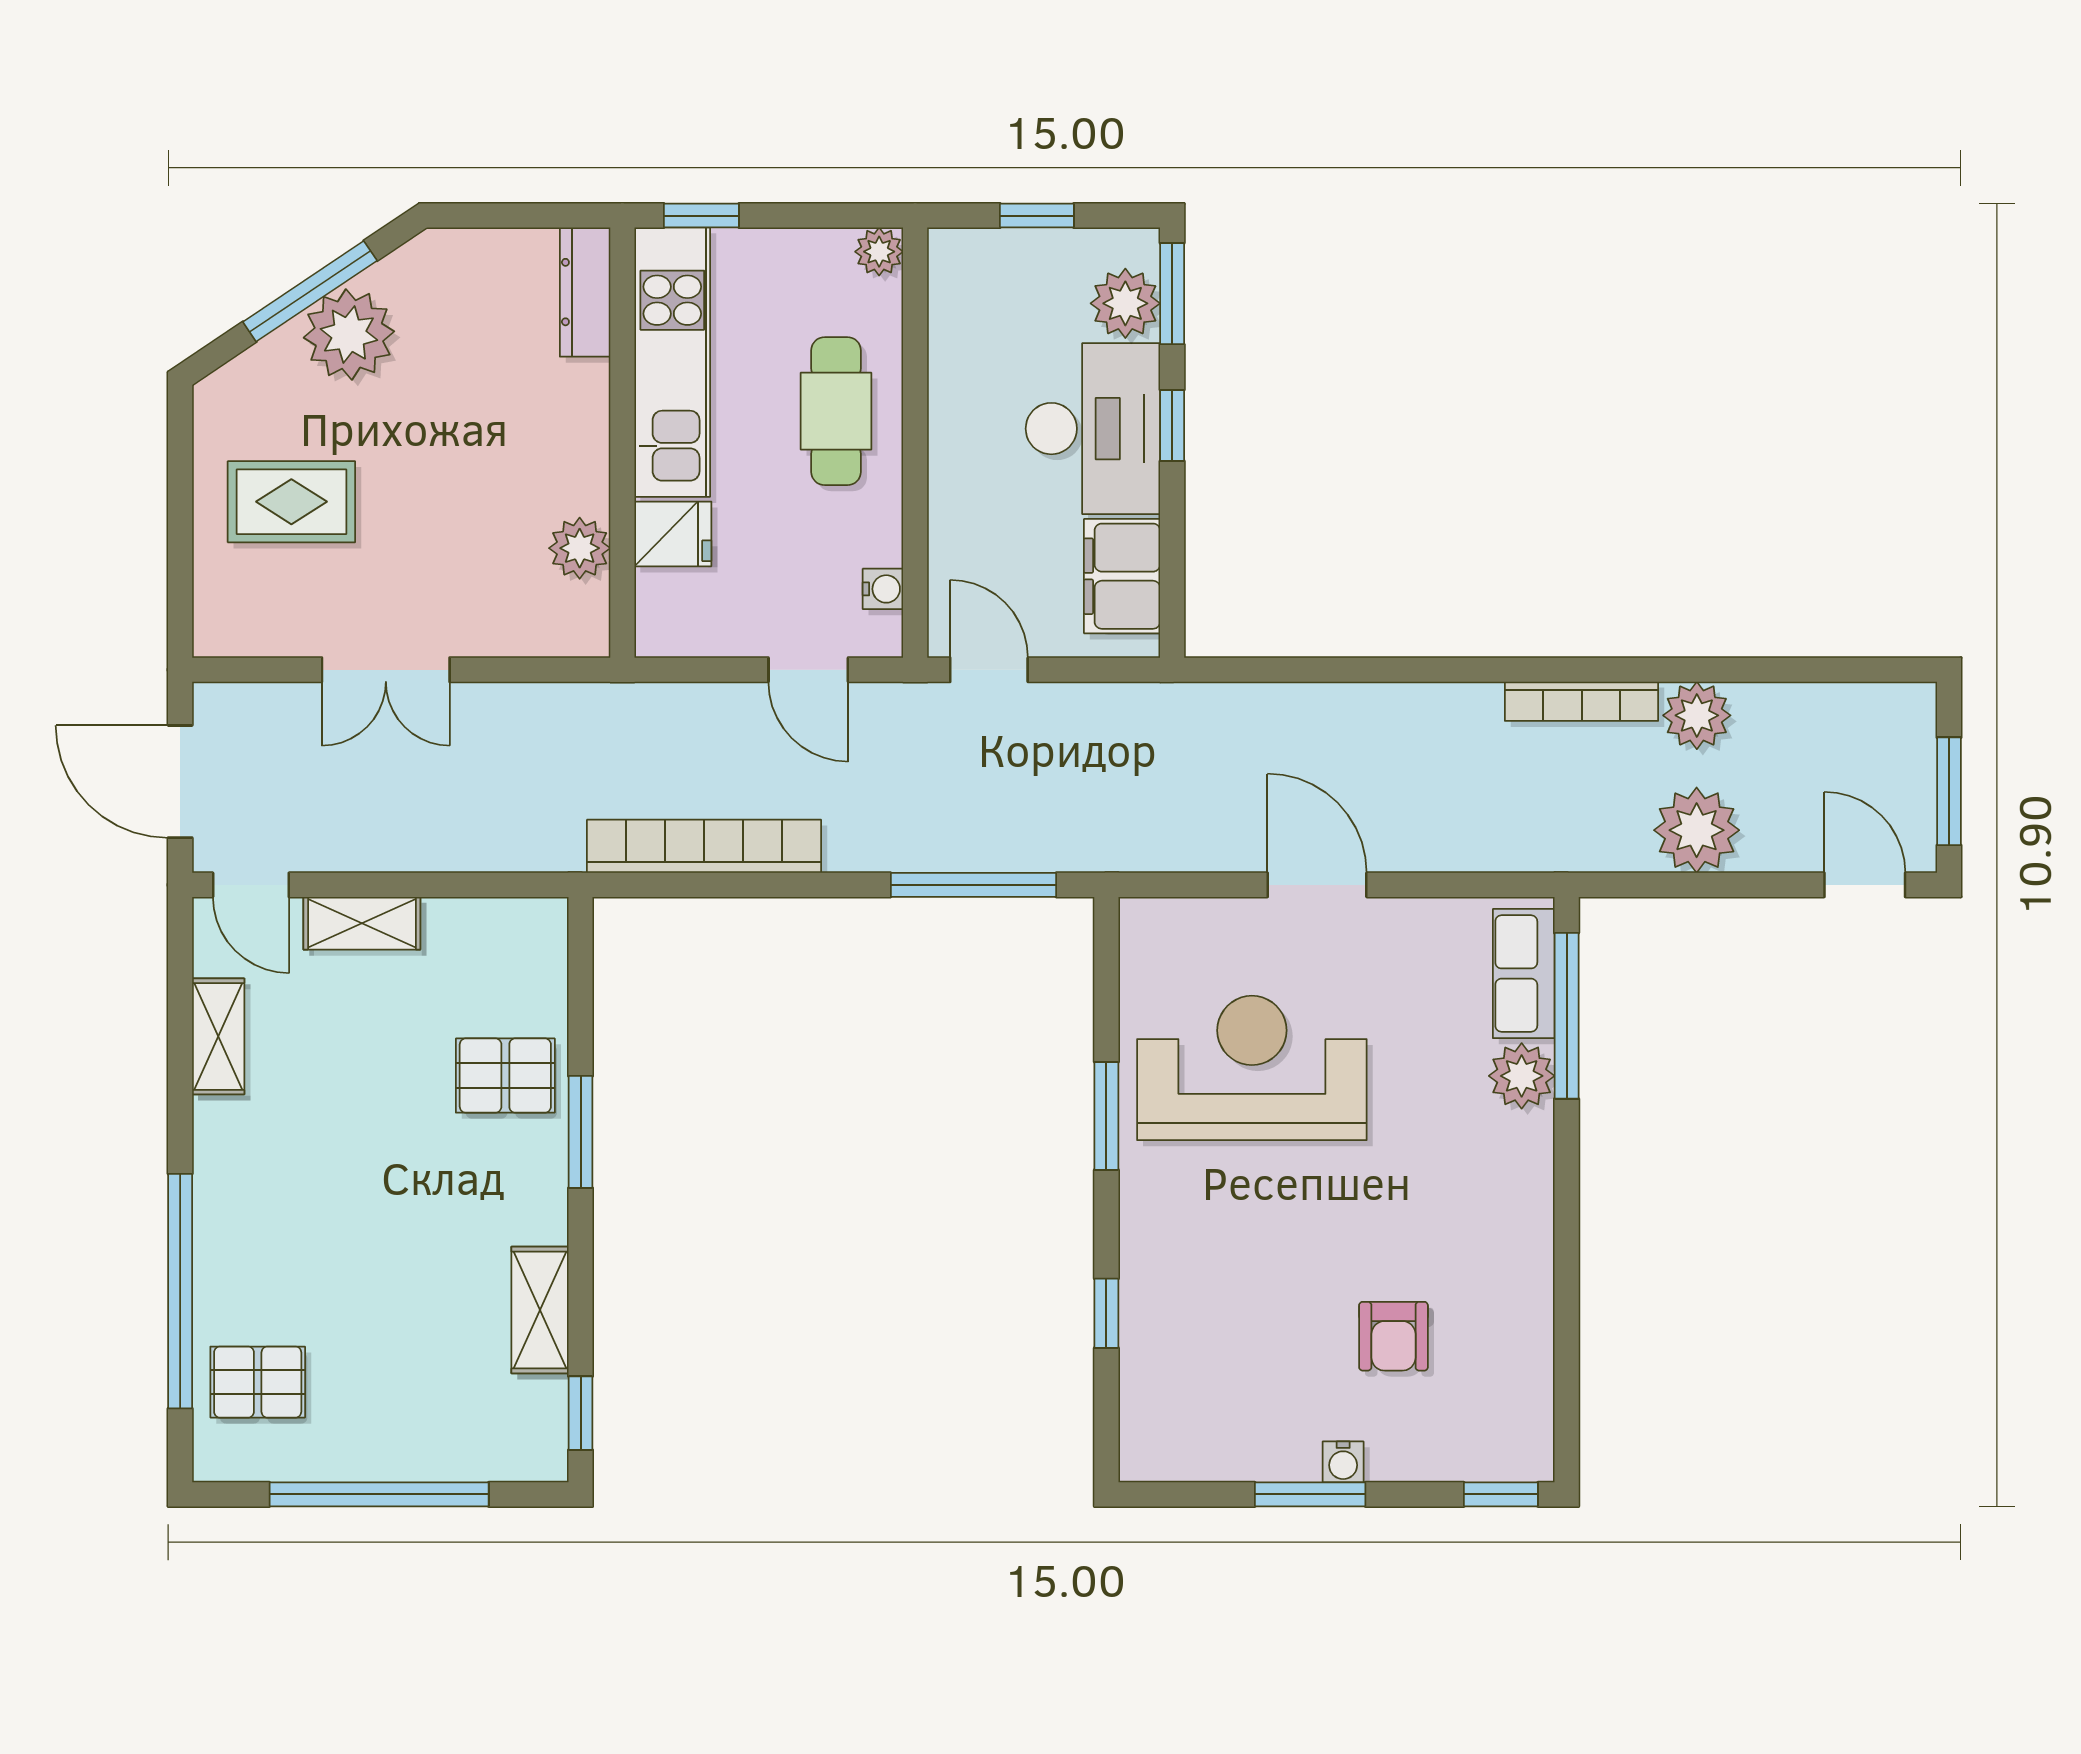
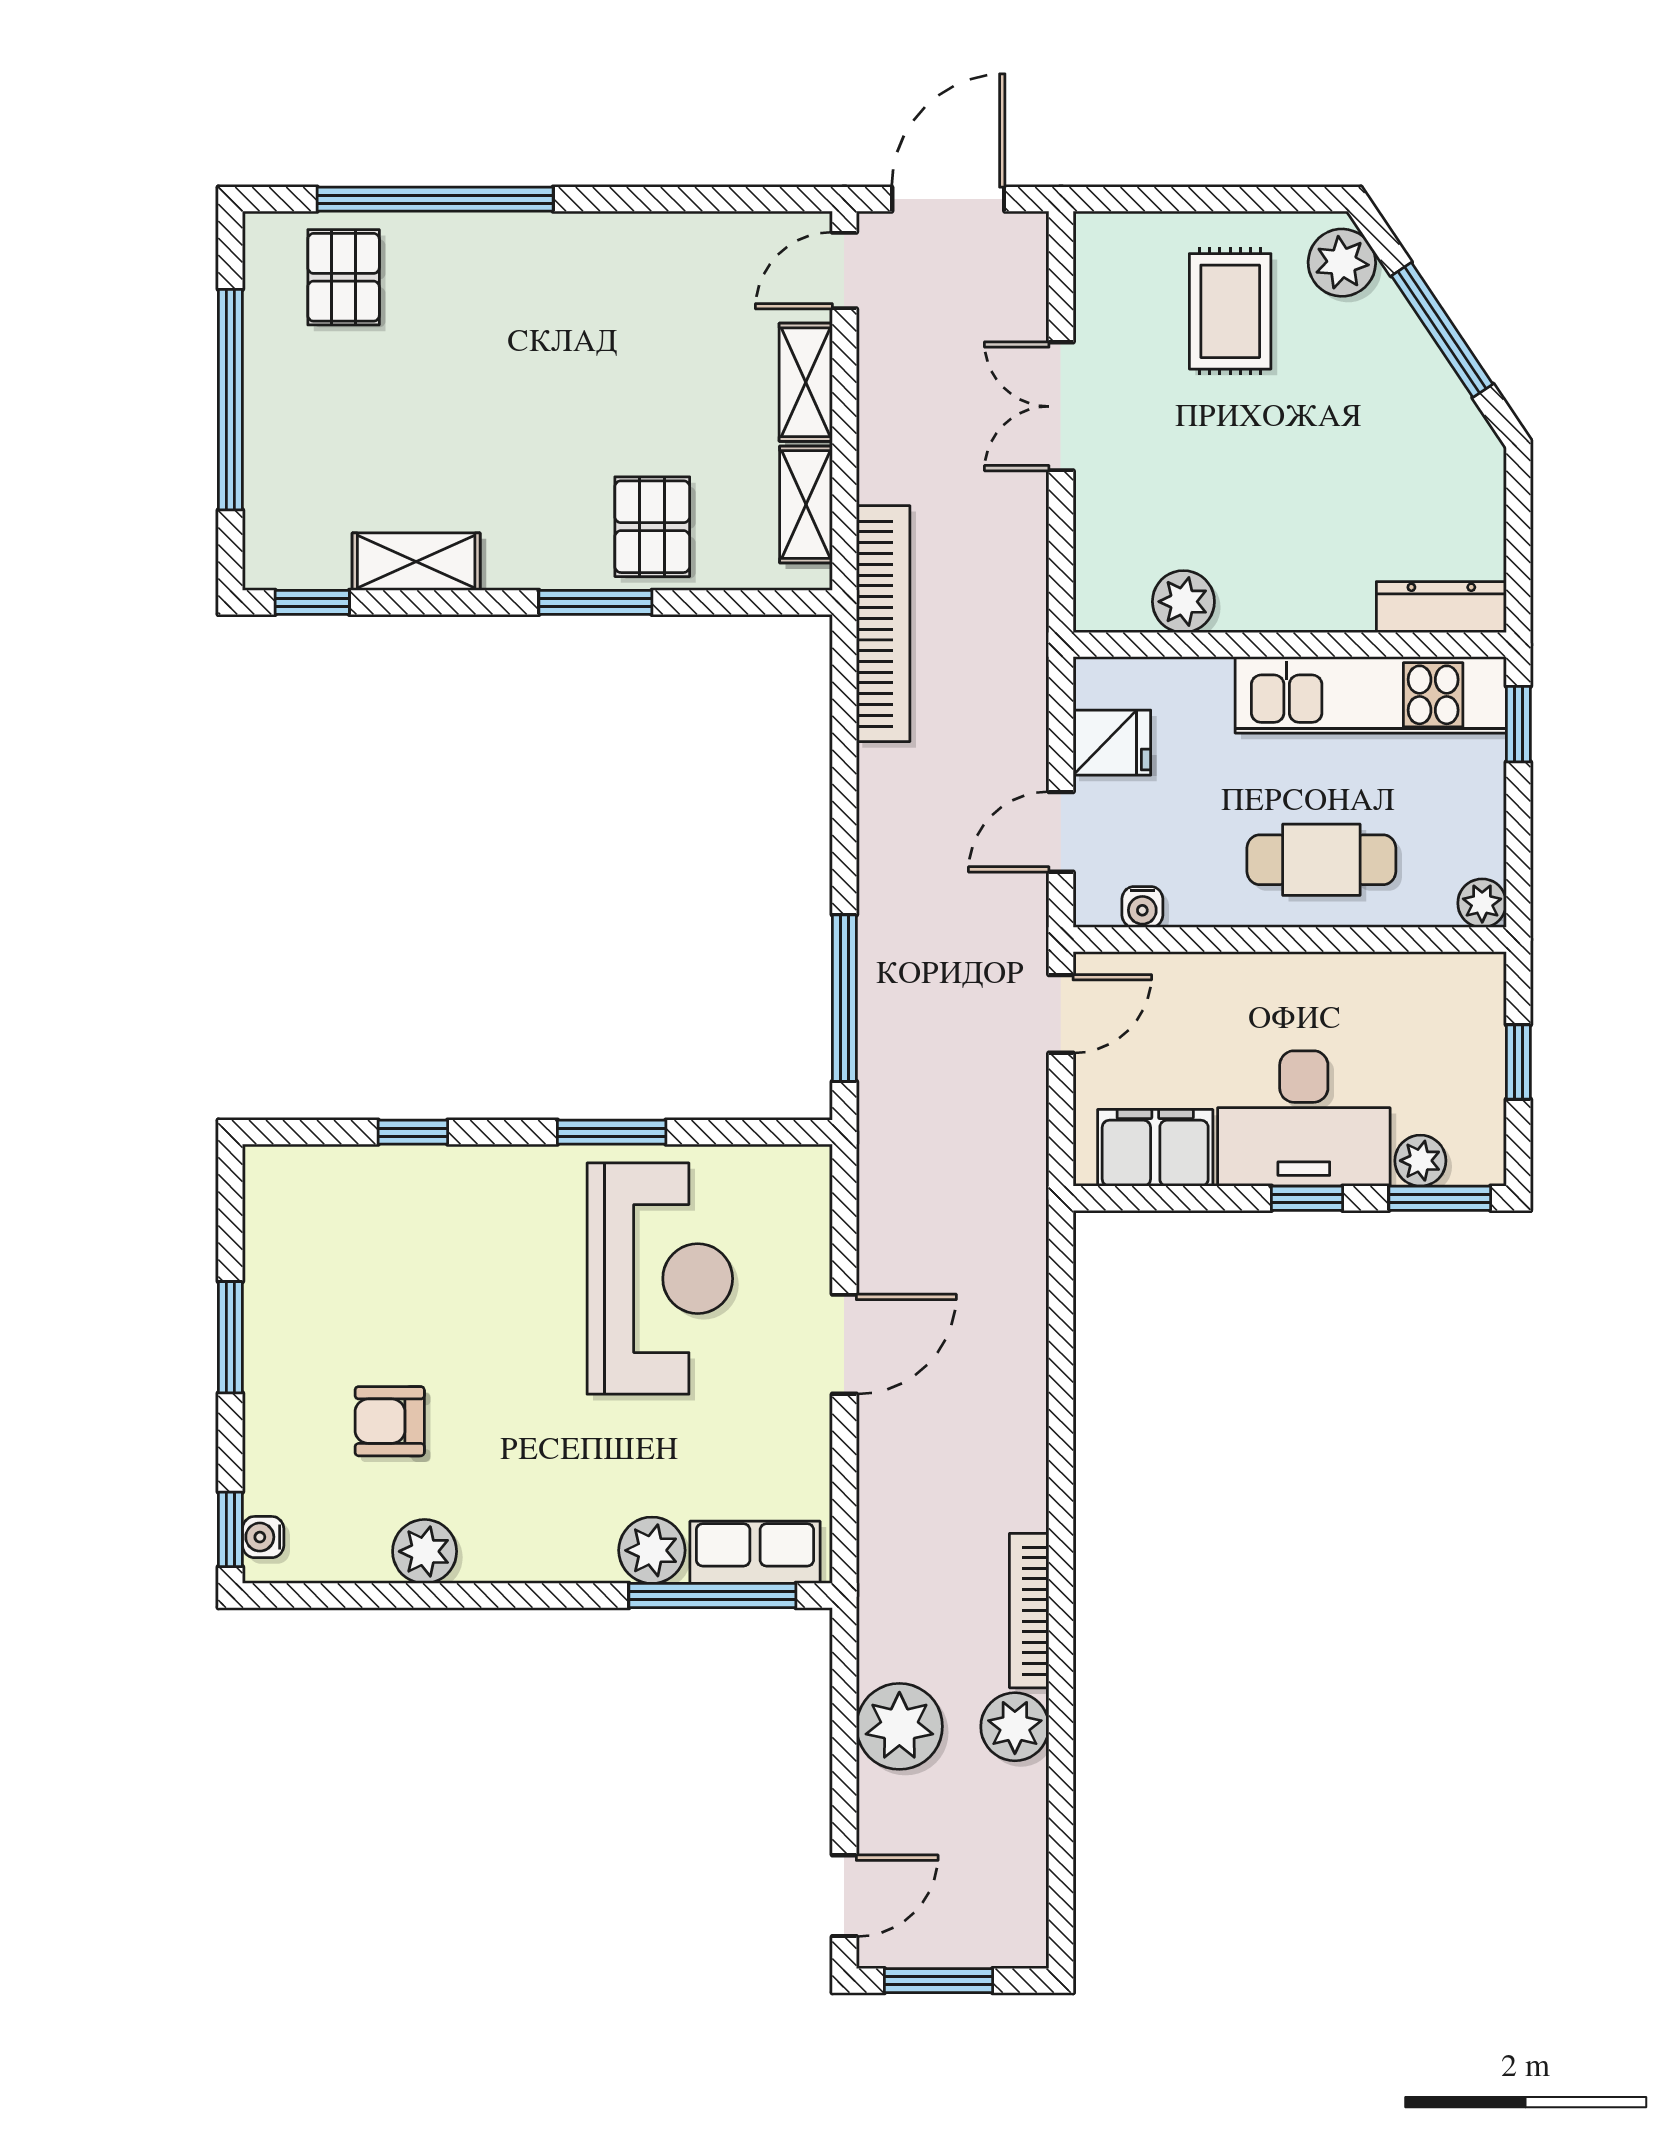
plant: (1125, 303) -> (1420, 1161), width x0.73, depth x0.73
plant: (349, 335) -> (1342, 263), moved, width x0.73, depth x0.73
fridge: (673, 534) -> (1112, 743), moved, turned -90
bookcase: (704, 846) -> (883, 624), moved
shelving: (218, 1036) -> (806, 505), moved, turned 90
plant: (1523, 1302) -> (425, 1551), added
water cooler: (1343, 1462) -> (263, 1537), moved

